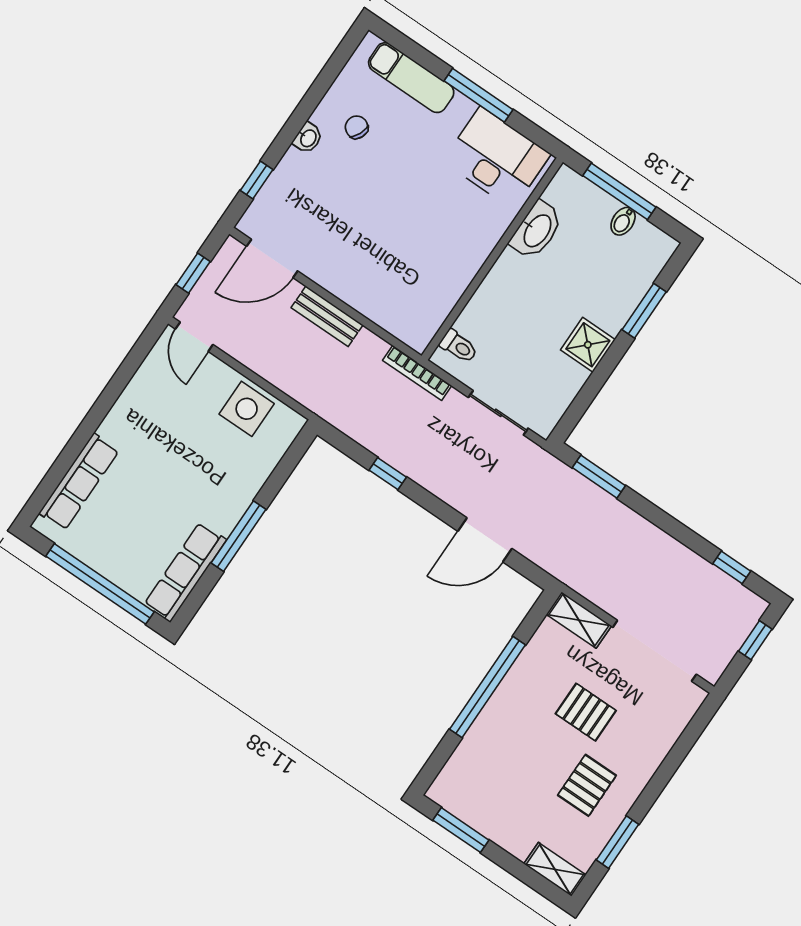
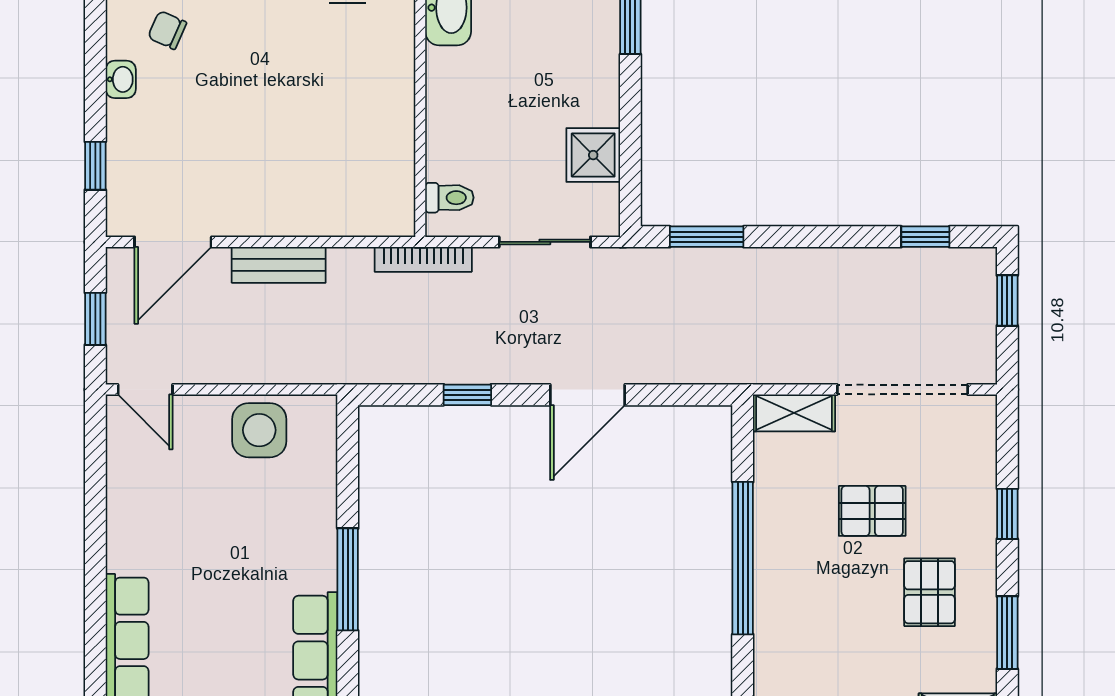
shower: (588, 345) -> (593, 155), moved
door: (485, 540) -> (588, 395), moved
window: (667, 770) -> (1007, 514), added

